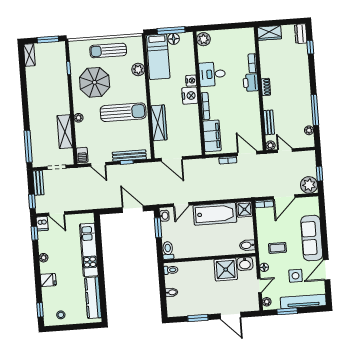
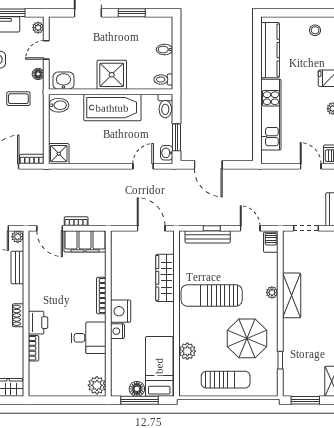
shelving: (65, 132) -> (292, 295), moved
filing cabinet: (212, 136) -> (85, 241), moved, turned -90
bathtub: (215, 214) -> (112, 108), moved, turned 180
shower: (226, 270) -> (112, 75), moved

